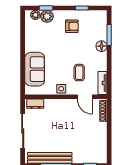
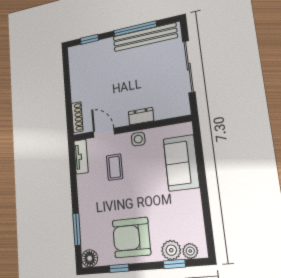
armchair: (72, 26) -> (131, 238), width x1.88, depth x1.88
floor lamp: (102, 46) -> (90, 258), moved
dresser: (35, 104) -> (141, 116), moved

